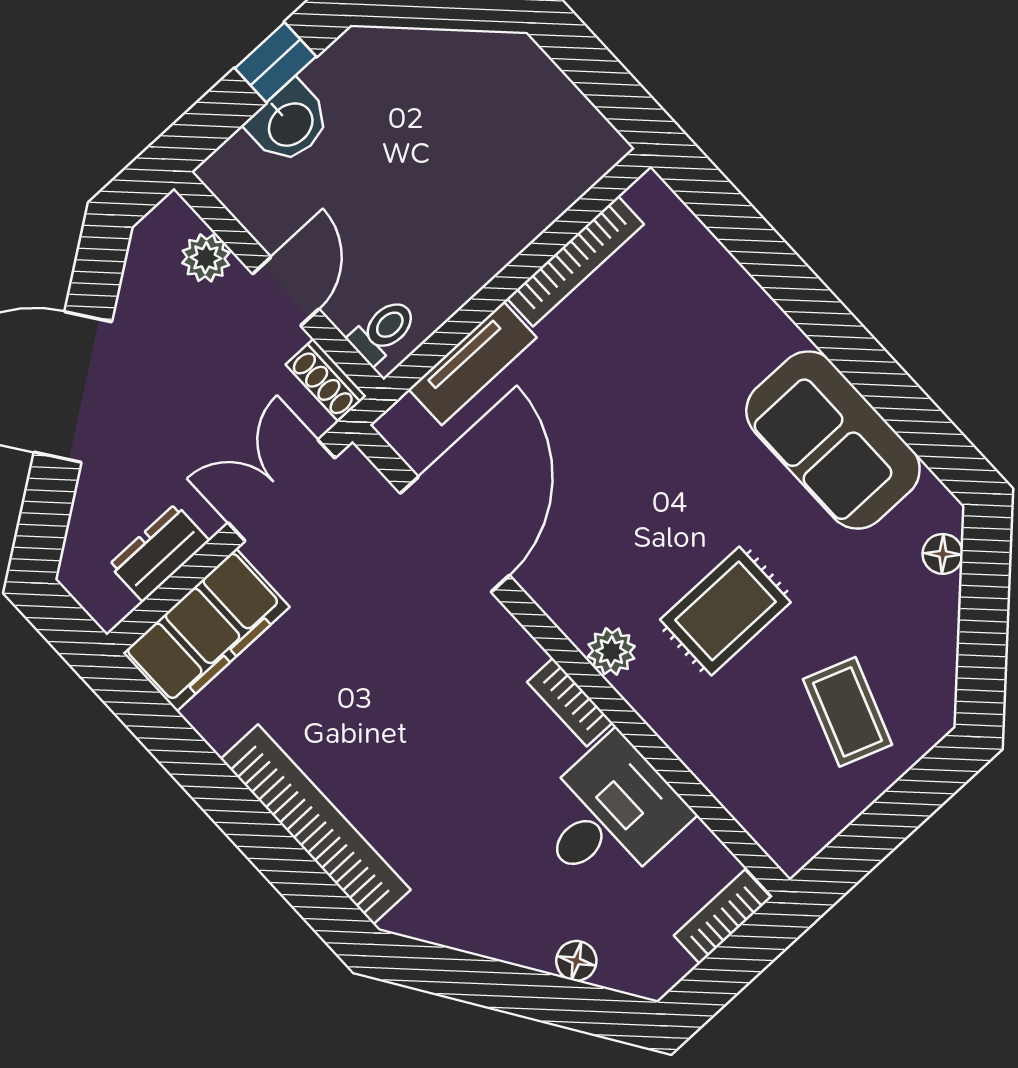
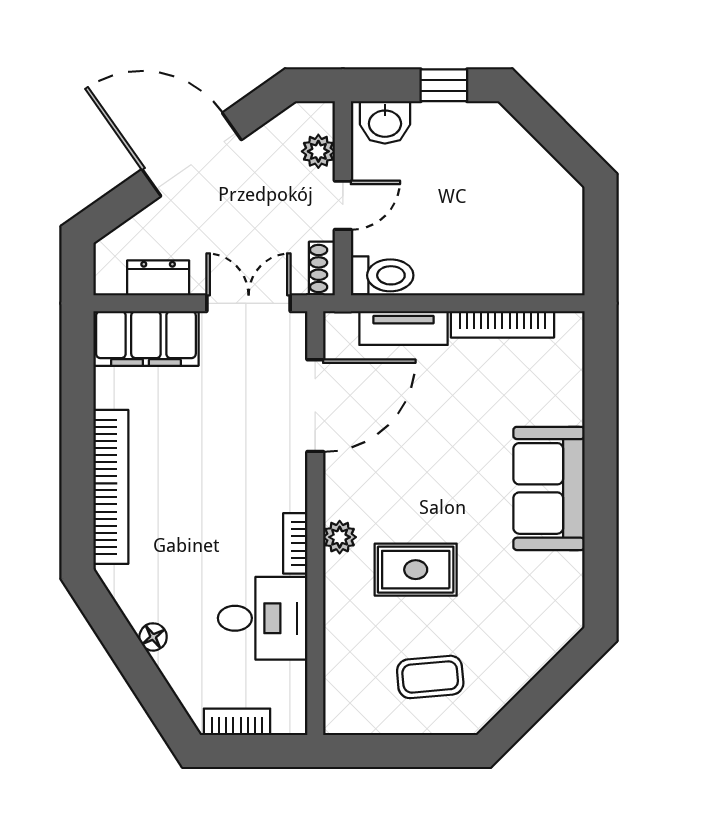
washbasin: (289, 123) -> (385, 122), moved
toilet: (383, 331) -> (382, 275), width x1.37, depth x1.39
sofa: (833, 440) -> (549, 488), moved
floor lamp: (943, 554) -> (551, 642), removed
coffee table: (847, 712) -> (430, 677), turned 65
bookcase: (722, 917) -> (237, 722), moved
floor lamp: (576, 961) -> (153, 637), moved

